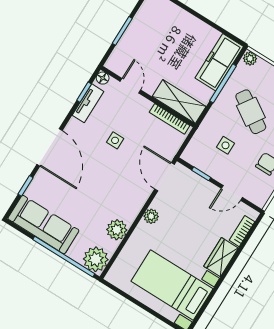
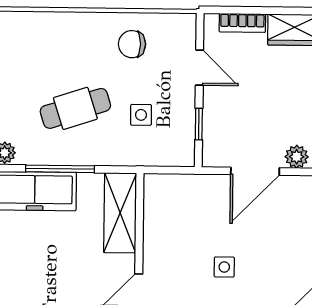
cafe table: (251, 112) -> (75, 108), turned 39
bookcase: (170, 119) -> (151, 211), removed
door: (165, 177) -> (255, 171), moved

